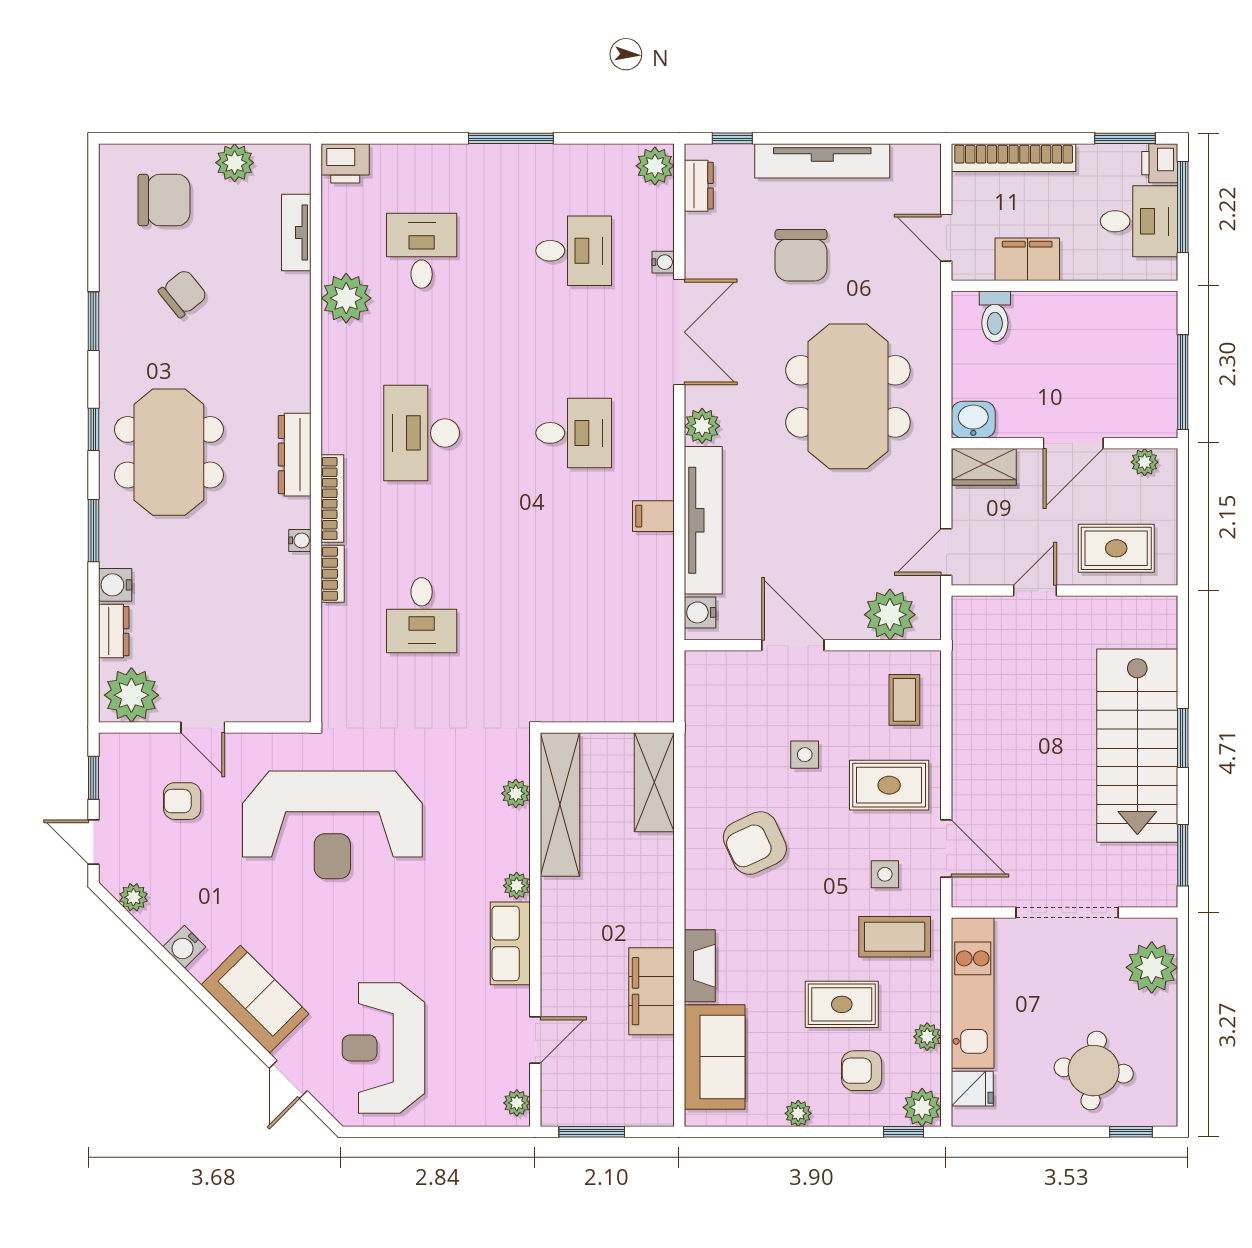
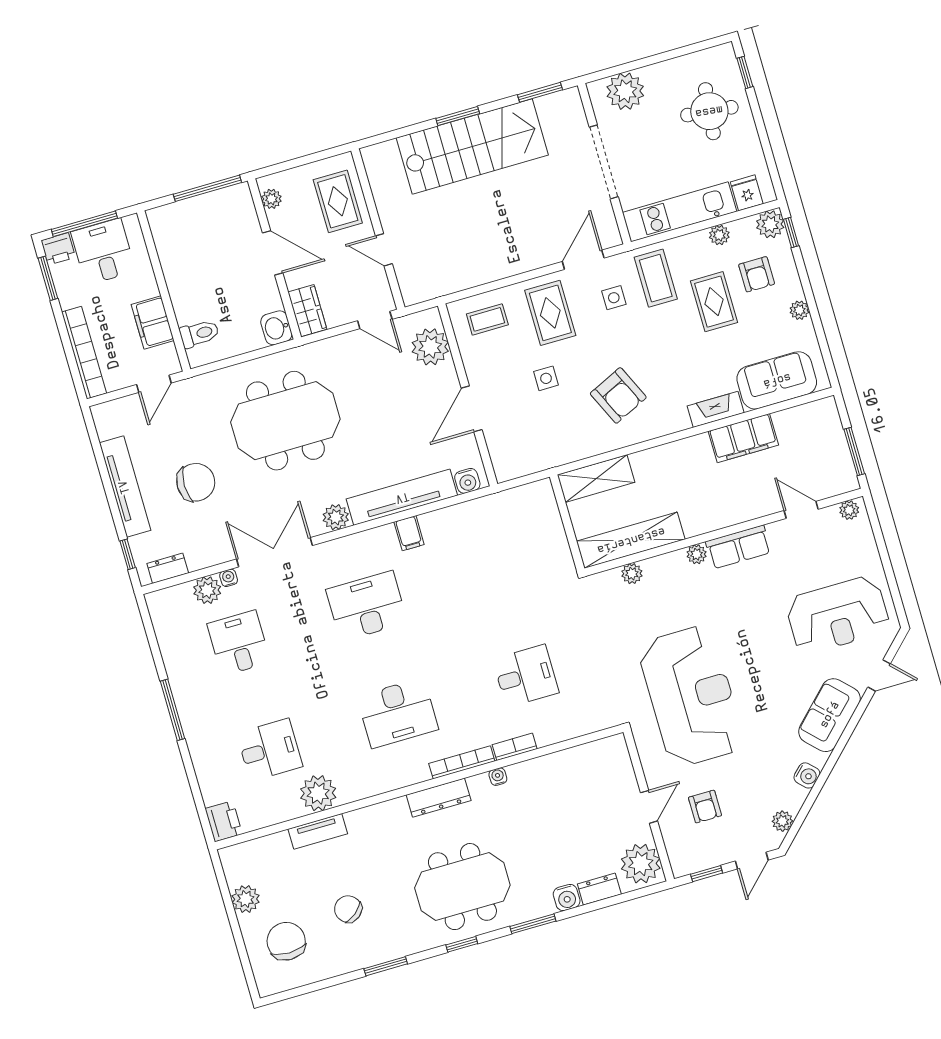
plant: (655, 166) -> (207, 590), moved
tv unit: (296, 233) -> (318, 831), moved
desk: (422, 251) -> (270, 750), turned 180
desk: (574, 433) -> (367, 606), width x1.37

